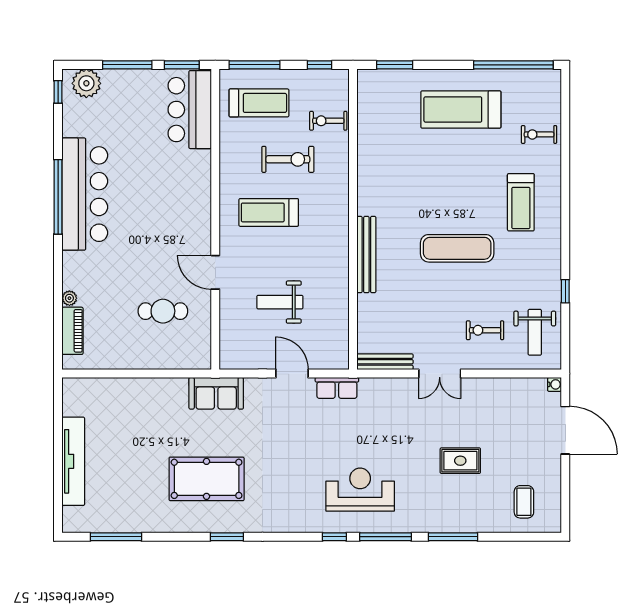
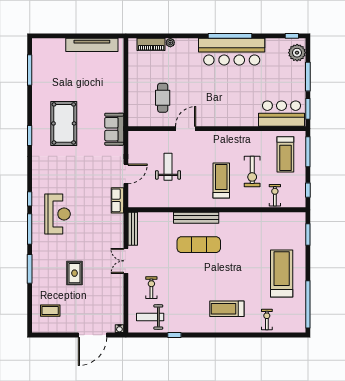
treadmill: (269, 212) -> (221, 181), moved
exercise mat: (457, 248) -> (199, 245), moved, turned 90
tv unit: (73, 461) -> (92, 45), moved

